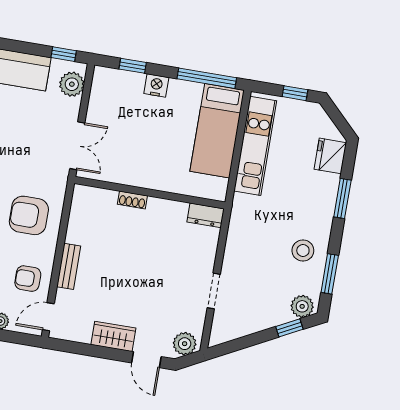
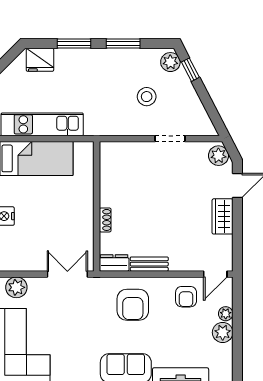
dresser: (206, 215) -> (114, 263), moved, turned -90
stool: (303, 250) -> (147, 97), moved
bench: (69, 266) -> (149, 264), moved
window: (330, 274) -> (123, 44), moved
door: (48, 317) -> (215, 274), hinge flipped

